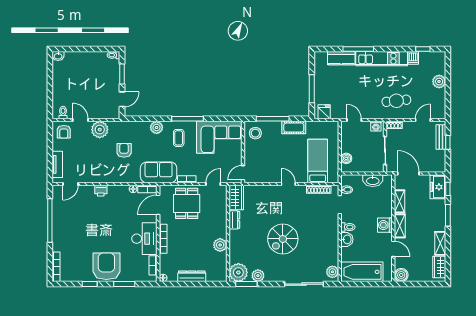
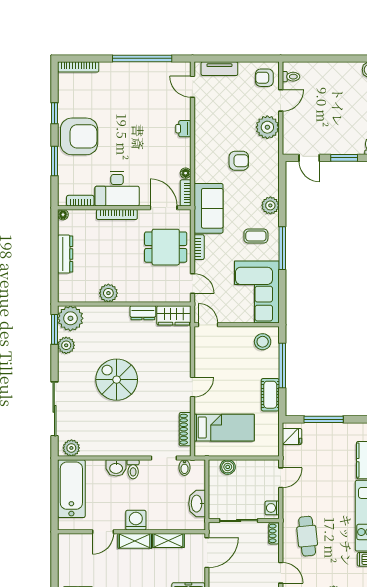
boiler: (401, 275) -> (67, 543), removed

